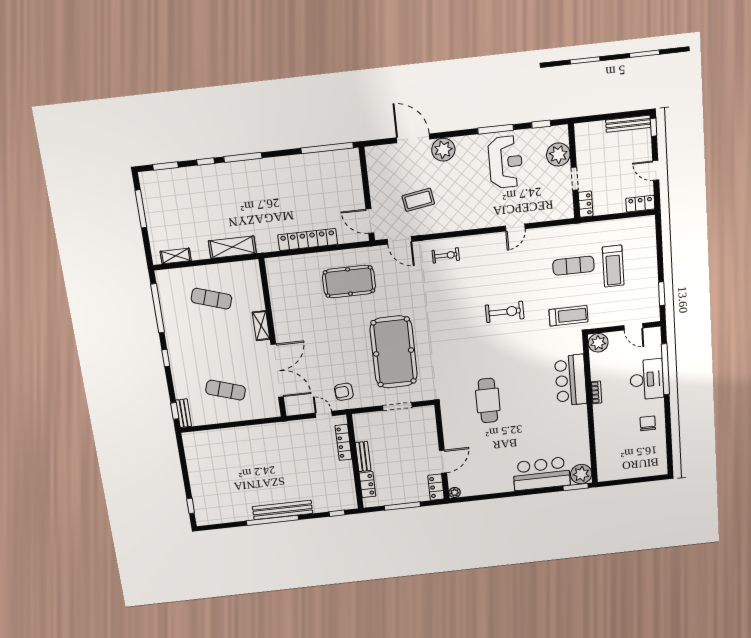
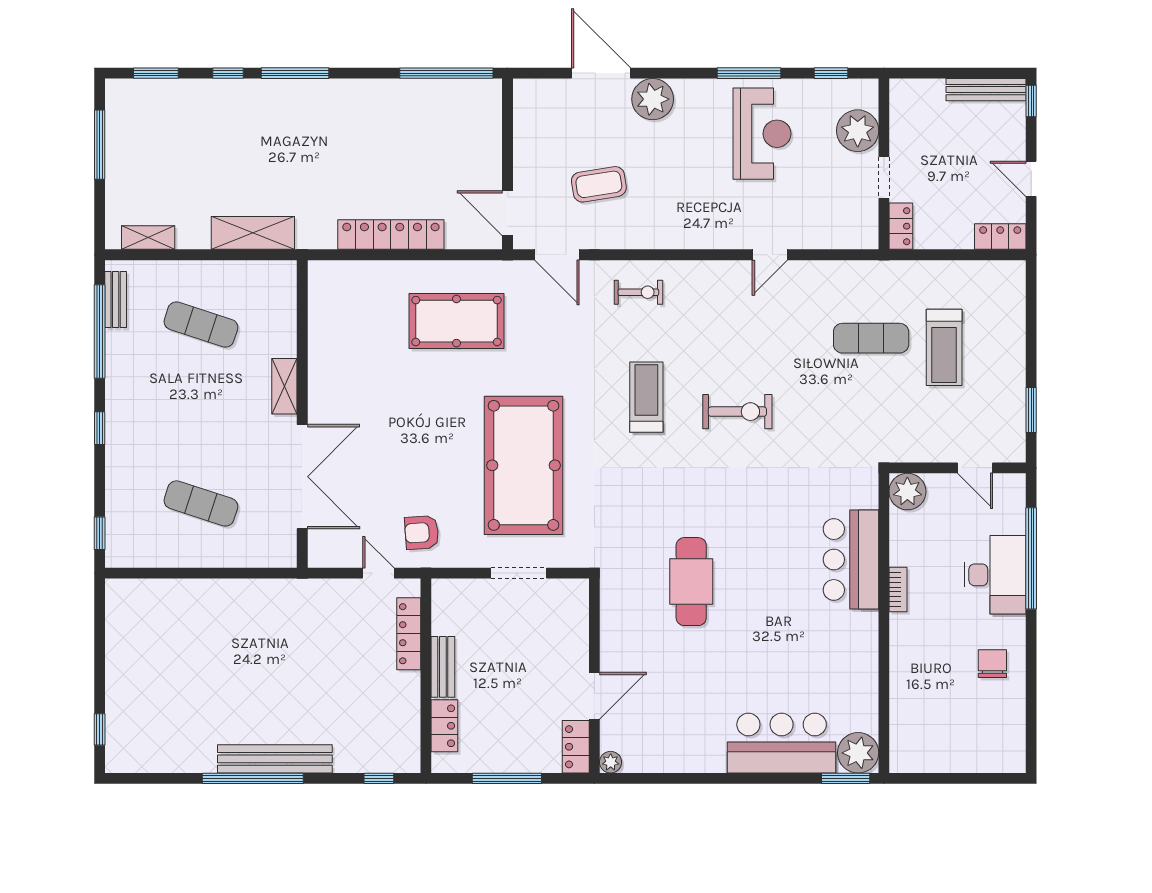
treadmill: (568, 316) -> (646, 397), moved, turned -90
bench: (184, 413) -> (116, 300), moved

